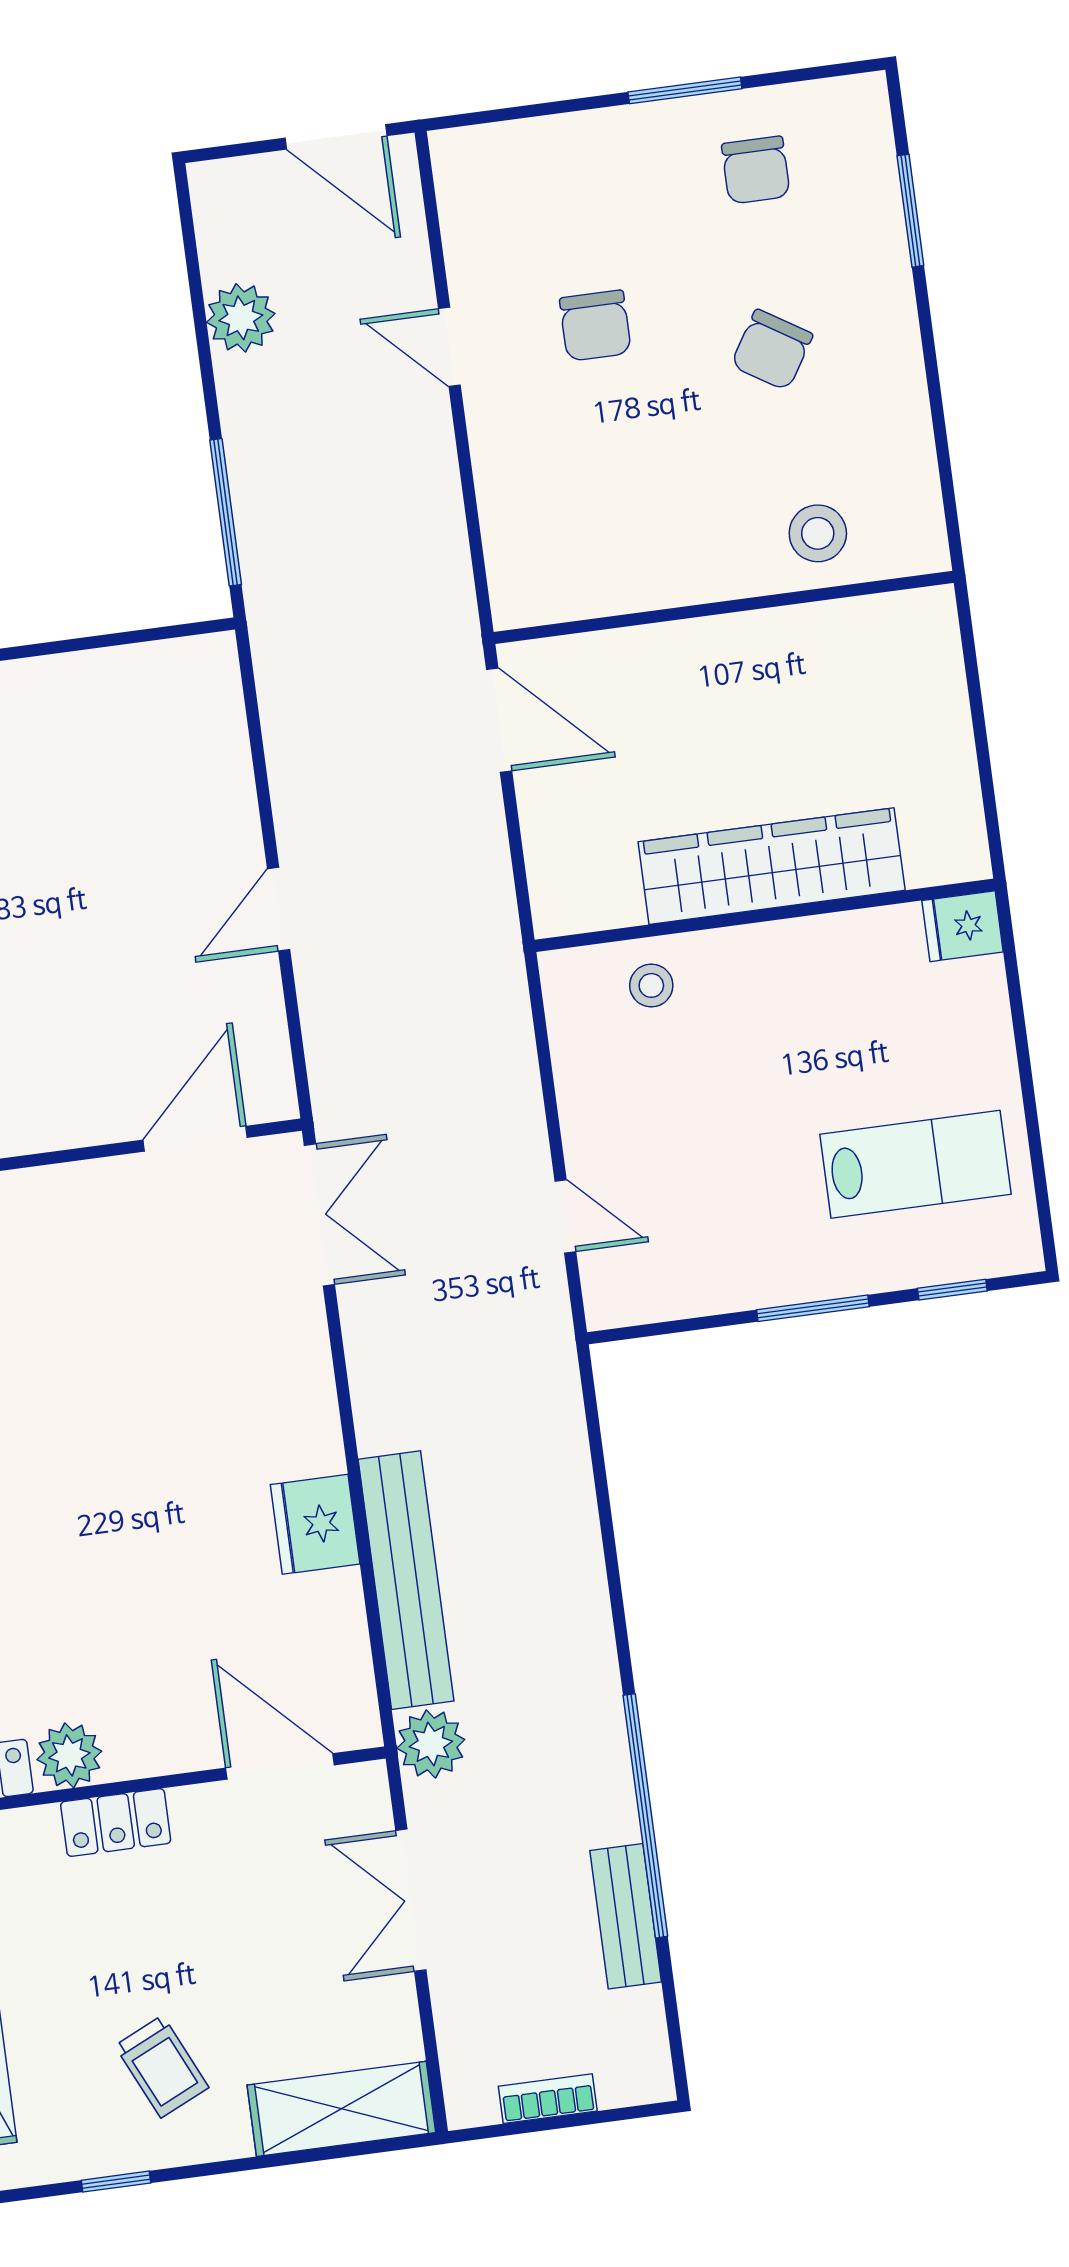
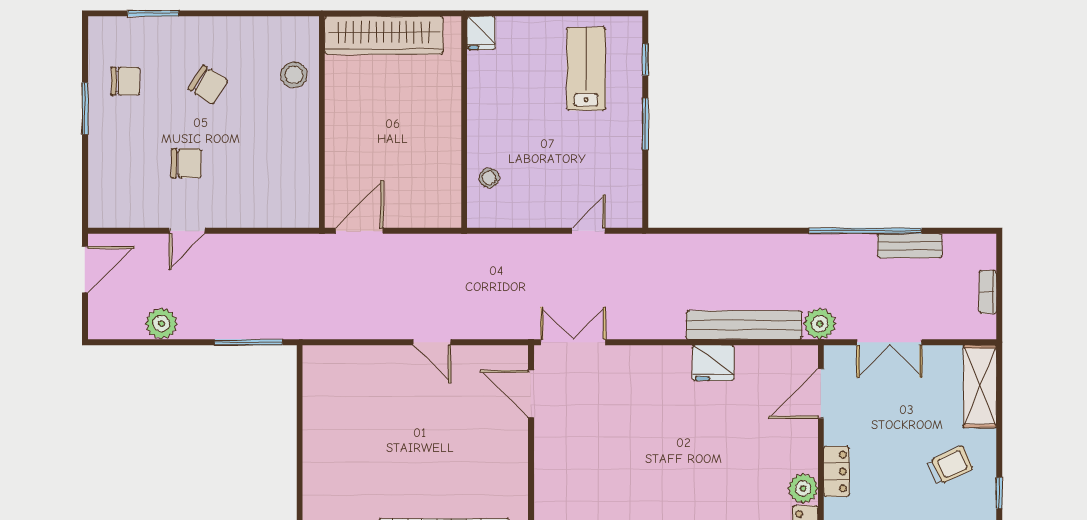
wardrobe: (772, 866) -> (384, 35), moved, turned -90

